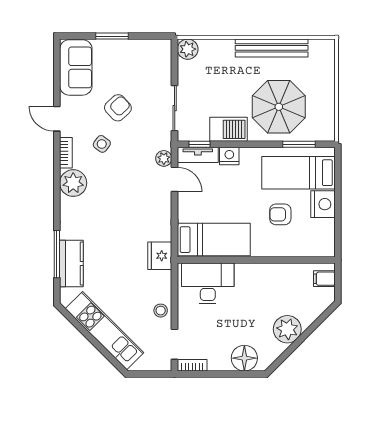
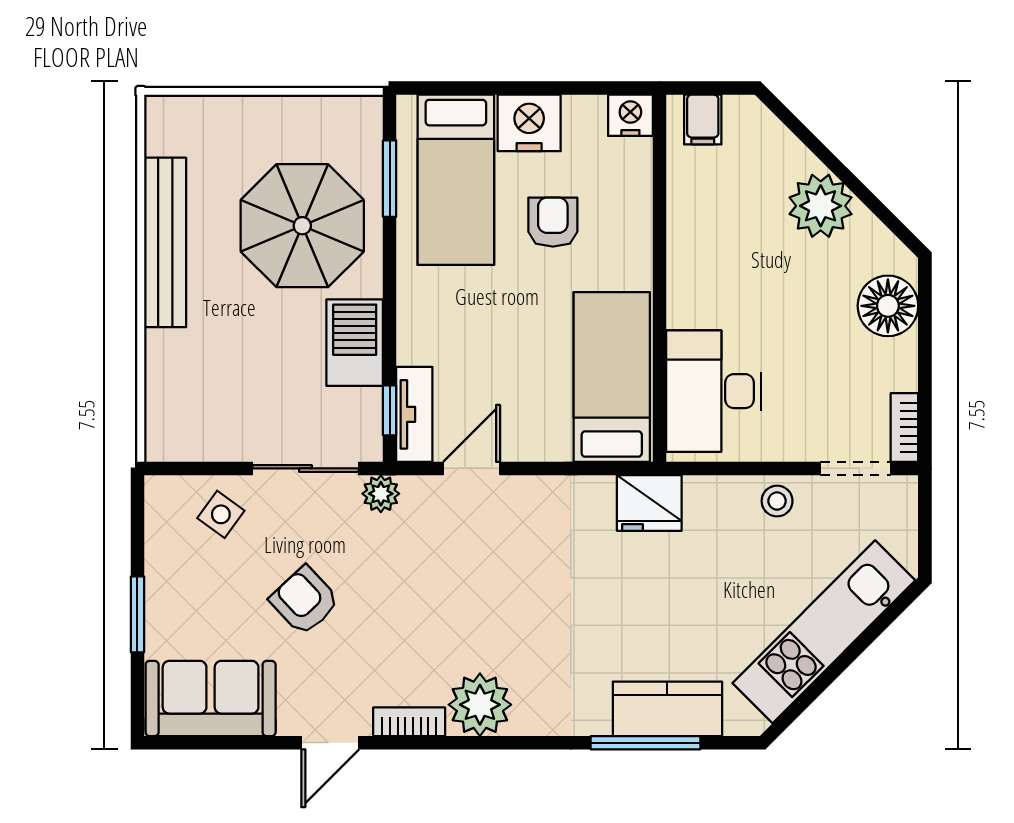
plant: (188, 49) -> (168, 438), removed
side table: (102, 144) -> (221, 514), moved
nightstand: (229, 156) -> (630, 115), moved, turned 90
plant: (164, 158) -> (381, 494), moved
armchair: (280, 214) -> (553, 222), turned 180

